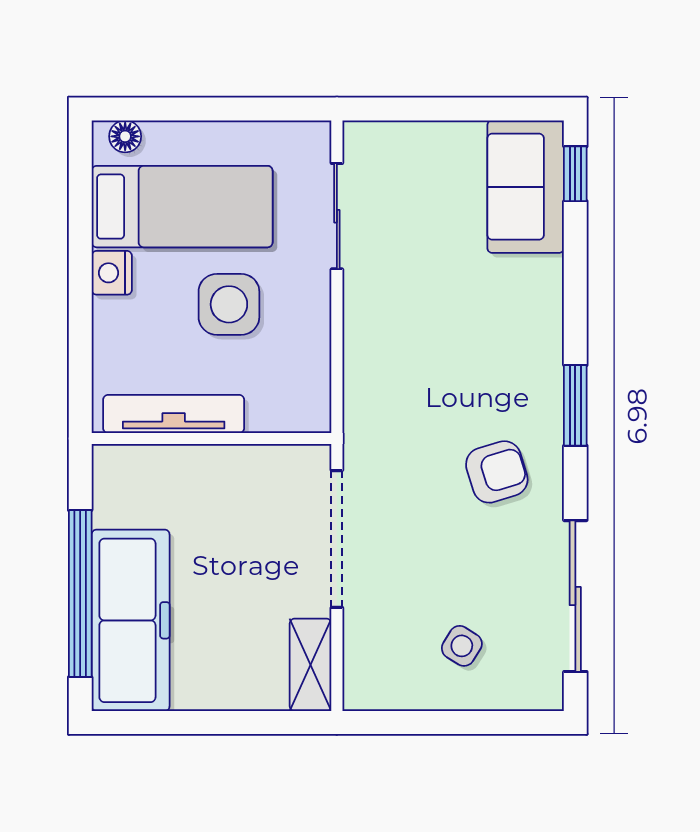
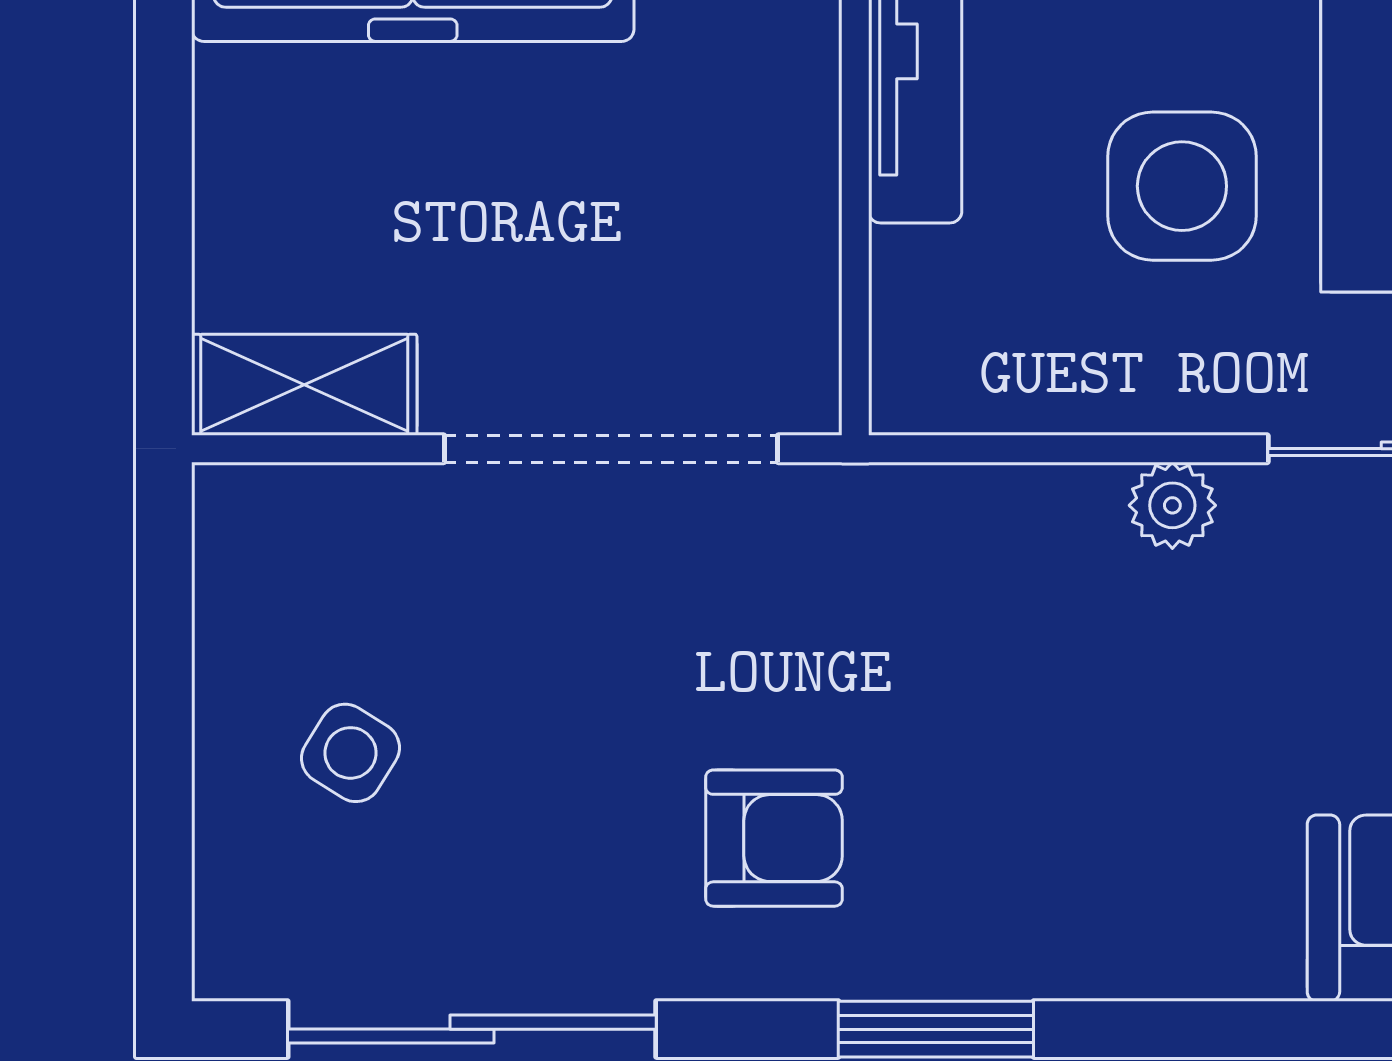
plant: (360, 308) -> (1172, 505), added
armchair: (497, 472) -> (774, 838), turned -73

